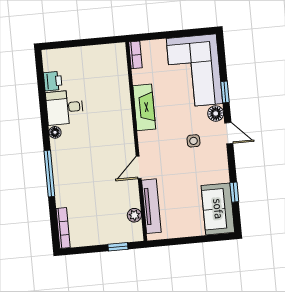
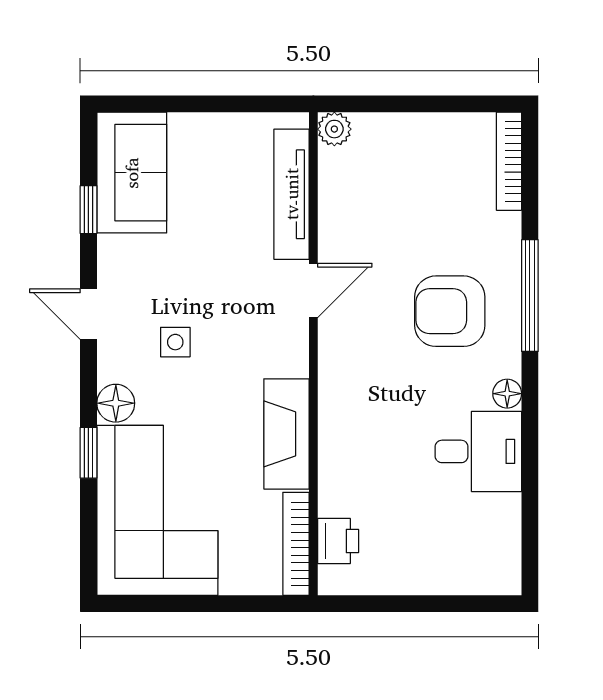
bookcase: (135, 55) -> (296, 544), width x1.56
printer: (53, 81) -> (338, 541), moved, turned 180
door: (229, 133) -> (88, 314), moved
armchair: (82, 164) -> (450, 311), added
plant: (134, 215) -> (334, 129), moved
window: (118, 247) -> (381, 104), removed

